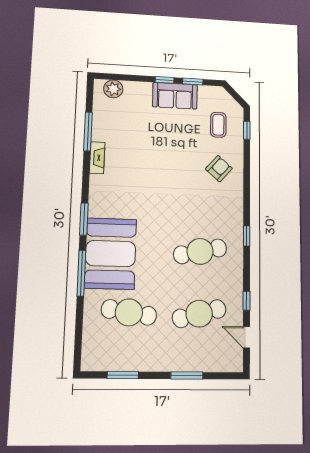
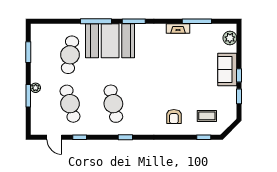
sofa: (175, 96) -> (227, 70), moved
armchair: (219, 169) -> (174, 117), turned 49
door: (246, 337) -> (54, 137), swing flipped
plant: (175, 365) -> (36, 88), added

